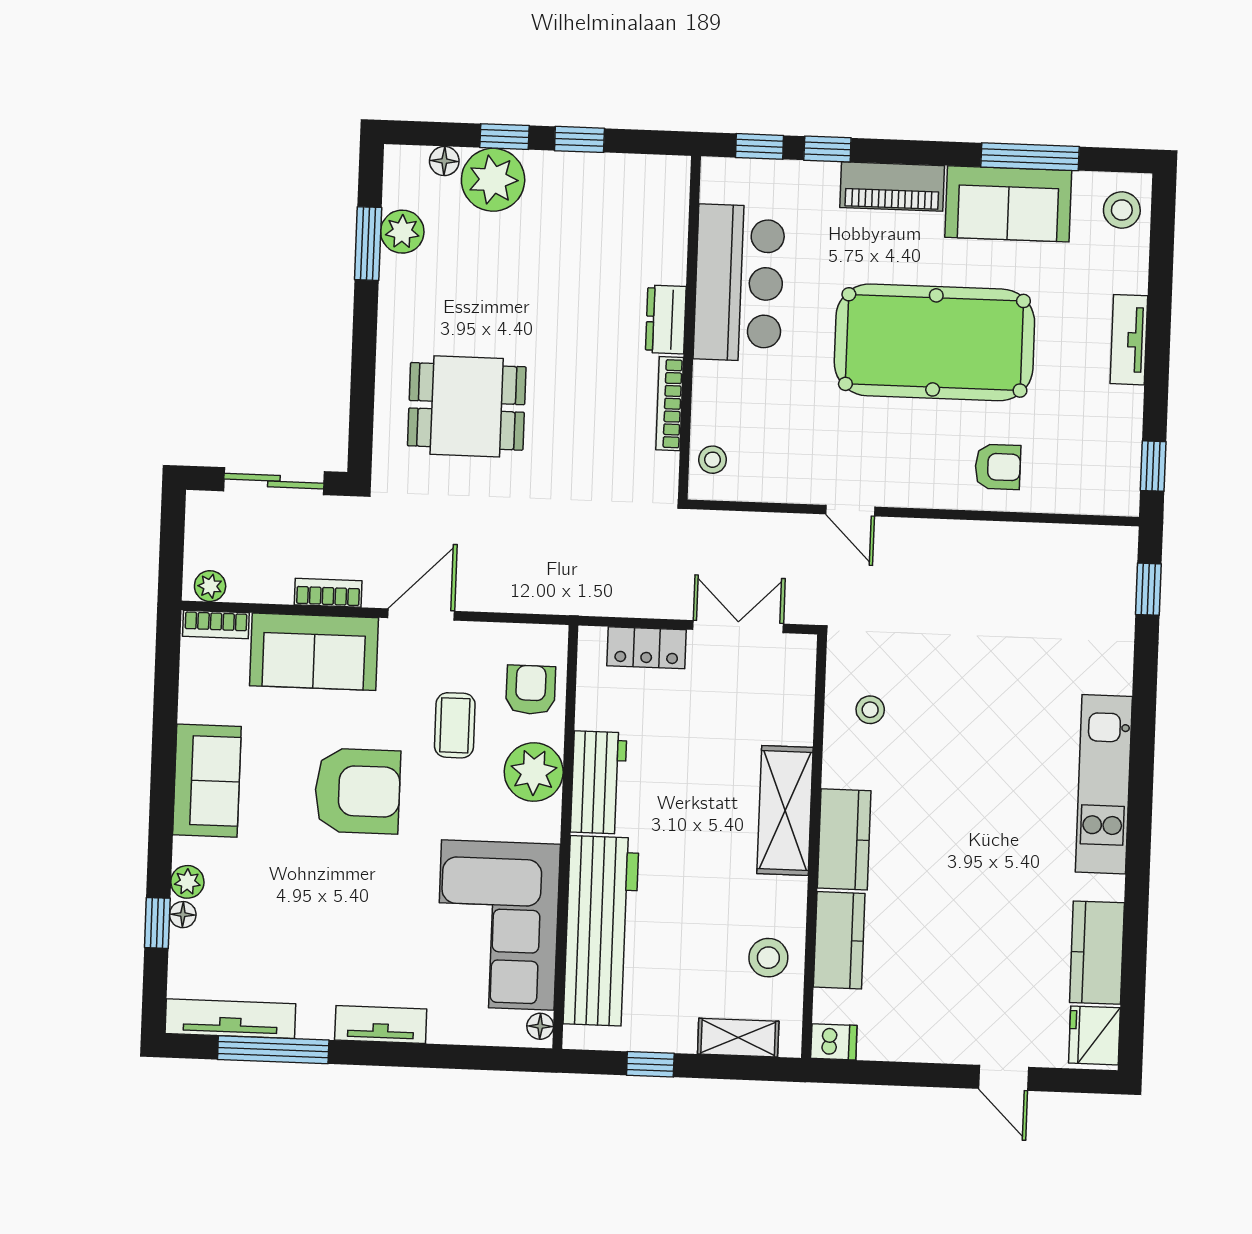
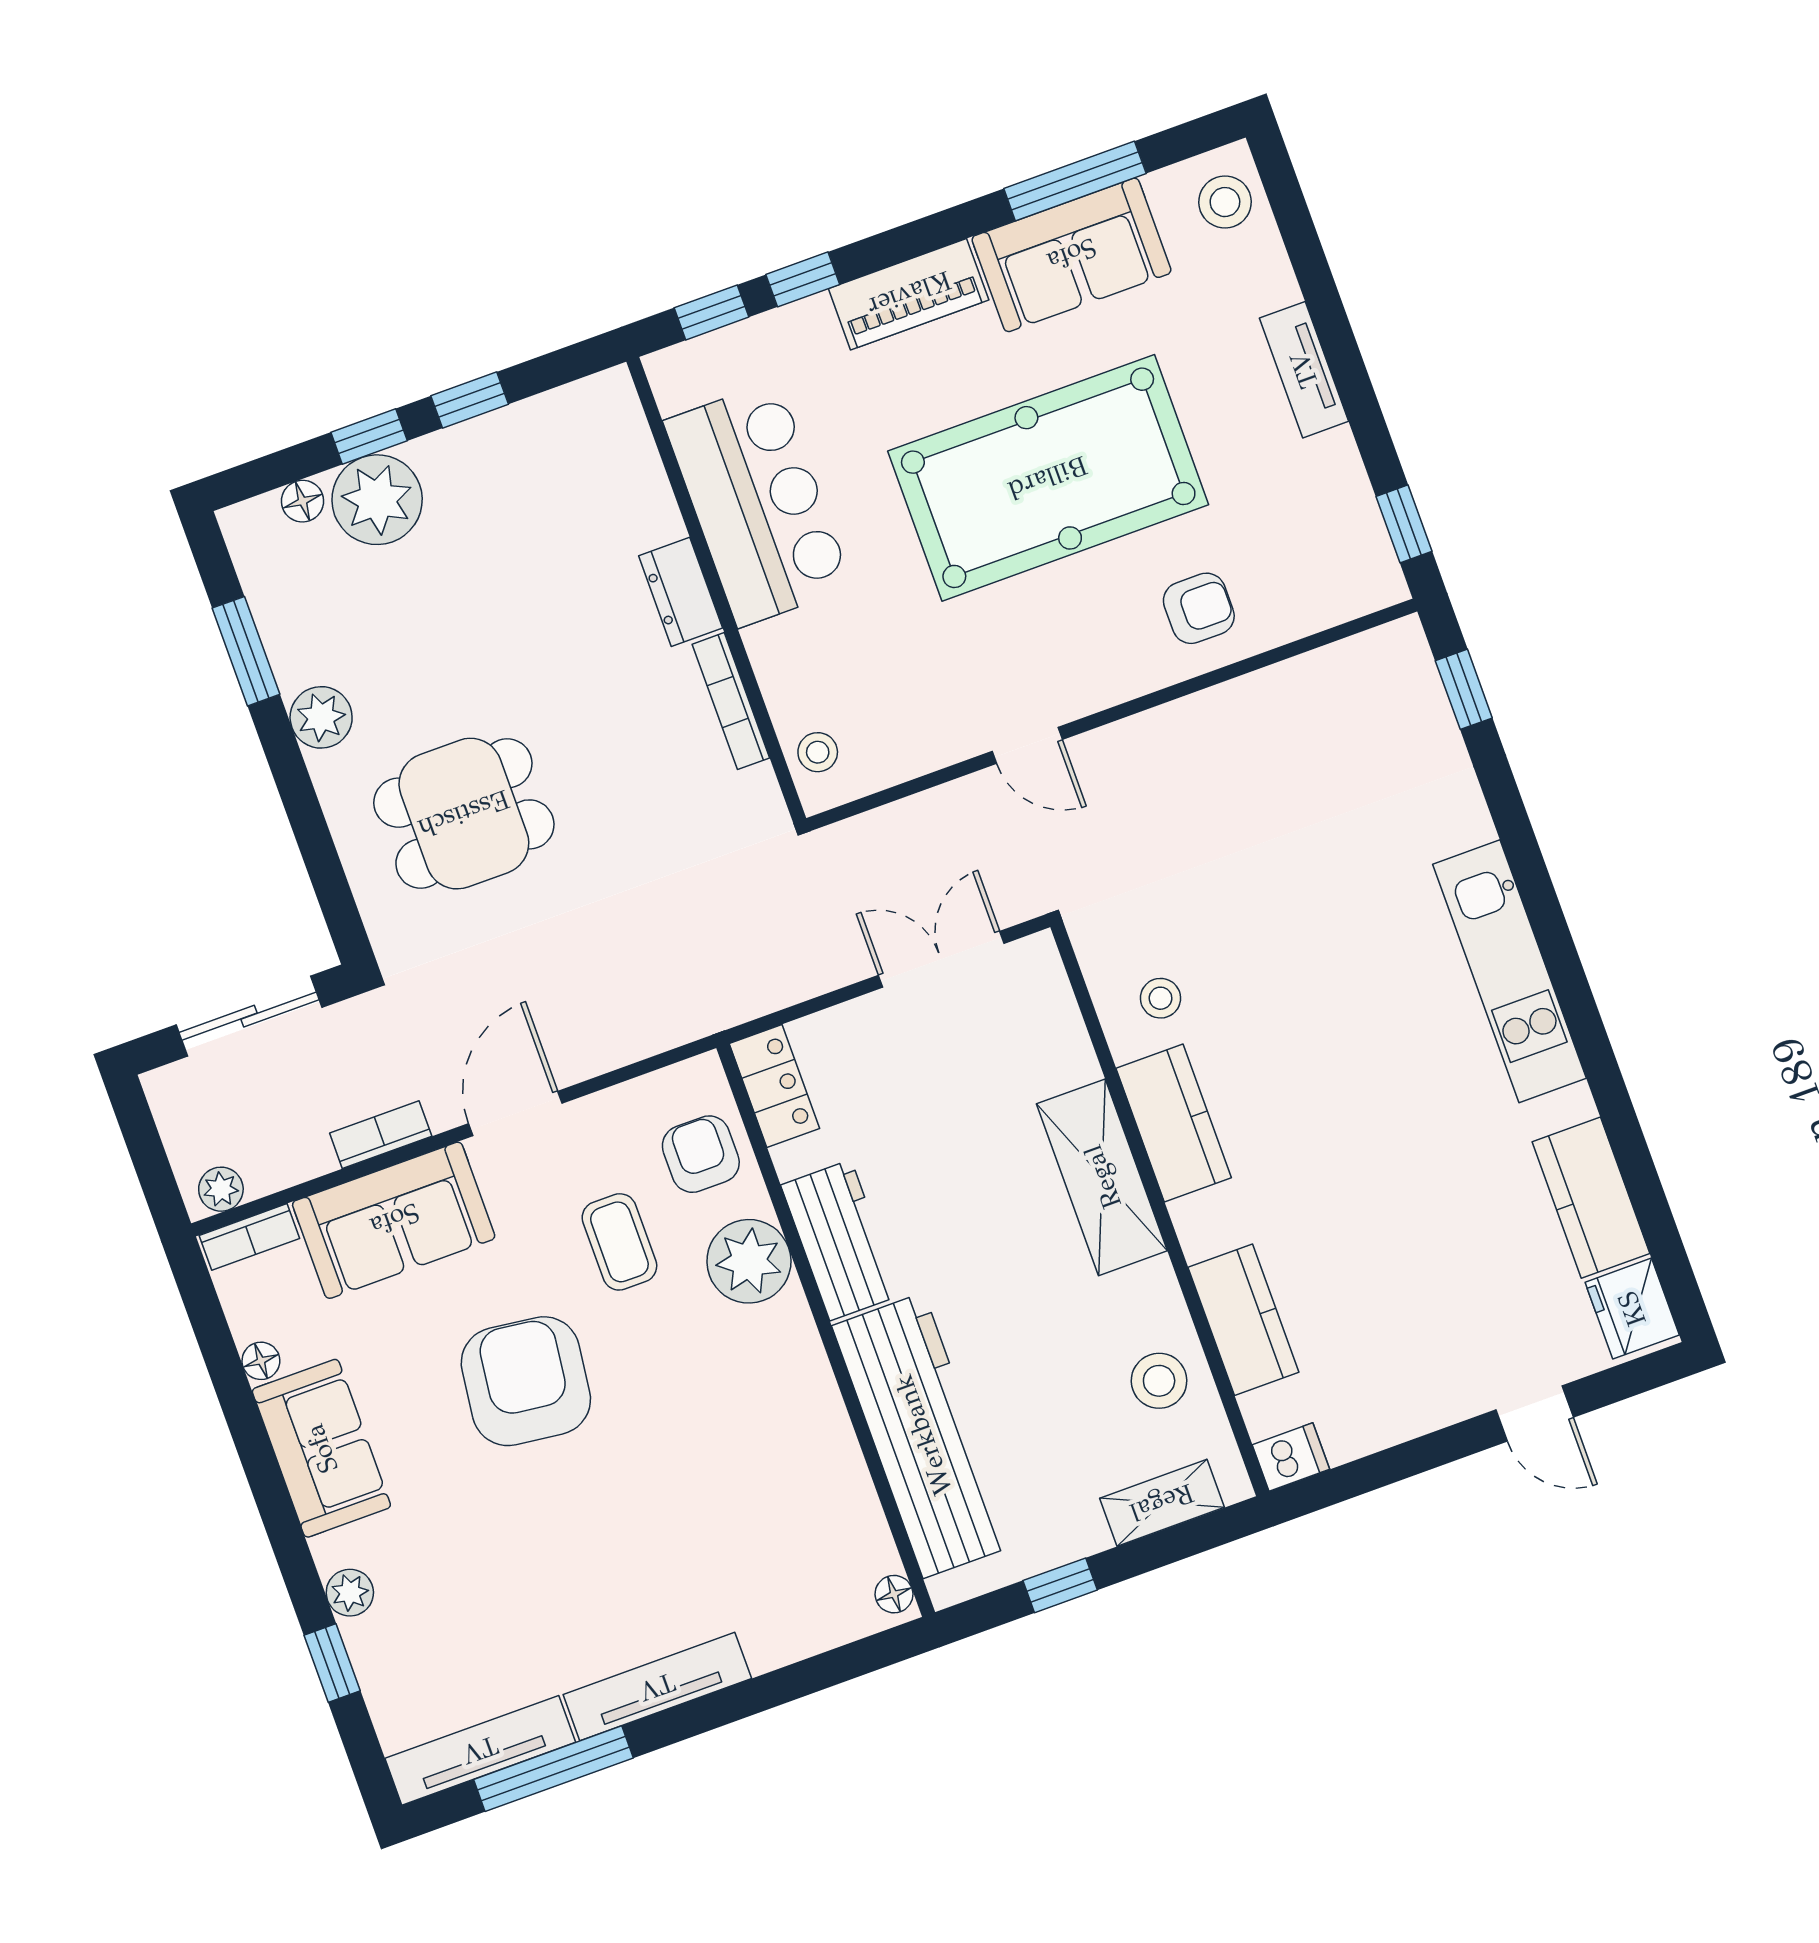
plant: (402, 232) -> (321, 717), moved
locker: (647, 648) -> (774, 1086), moved, turned -90
armchair: (357, 791) -> (526, 1381), turned -83
kitchen counter: (844, 839) -> (1174, 1123), moved
floor lamp: (183, 915) -> (261, 1361), moved
corner sofa: (498, 925) -> (784, 1483), removed
tv unit: (381, 1025) -> (657, 1687), width x1.41

